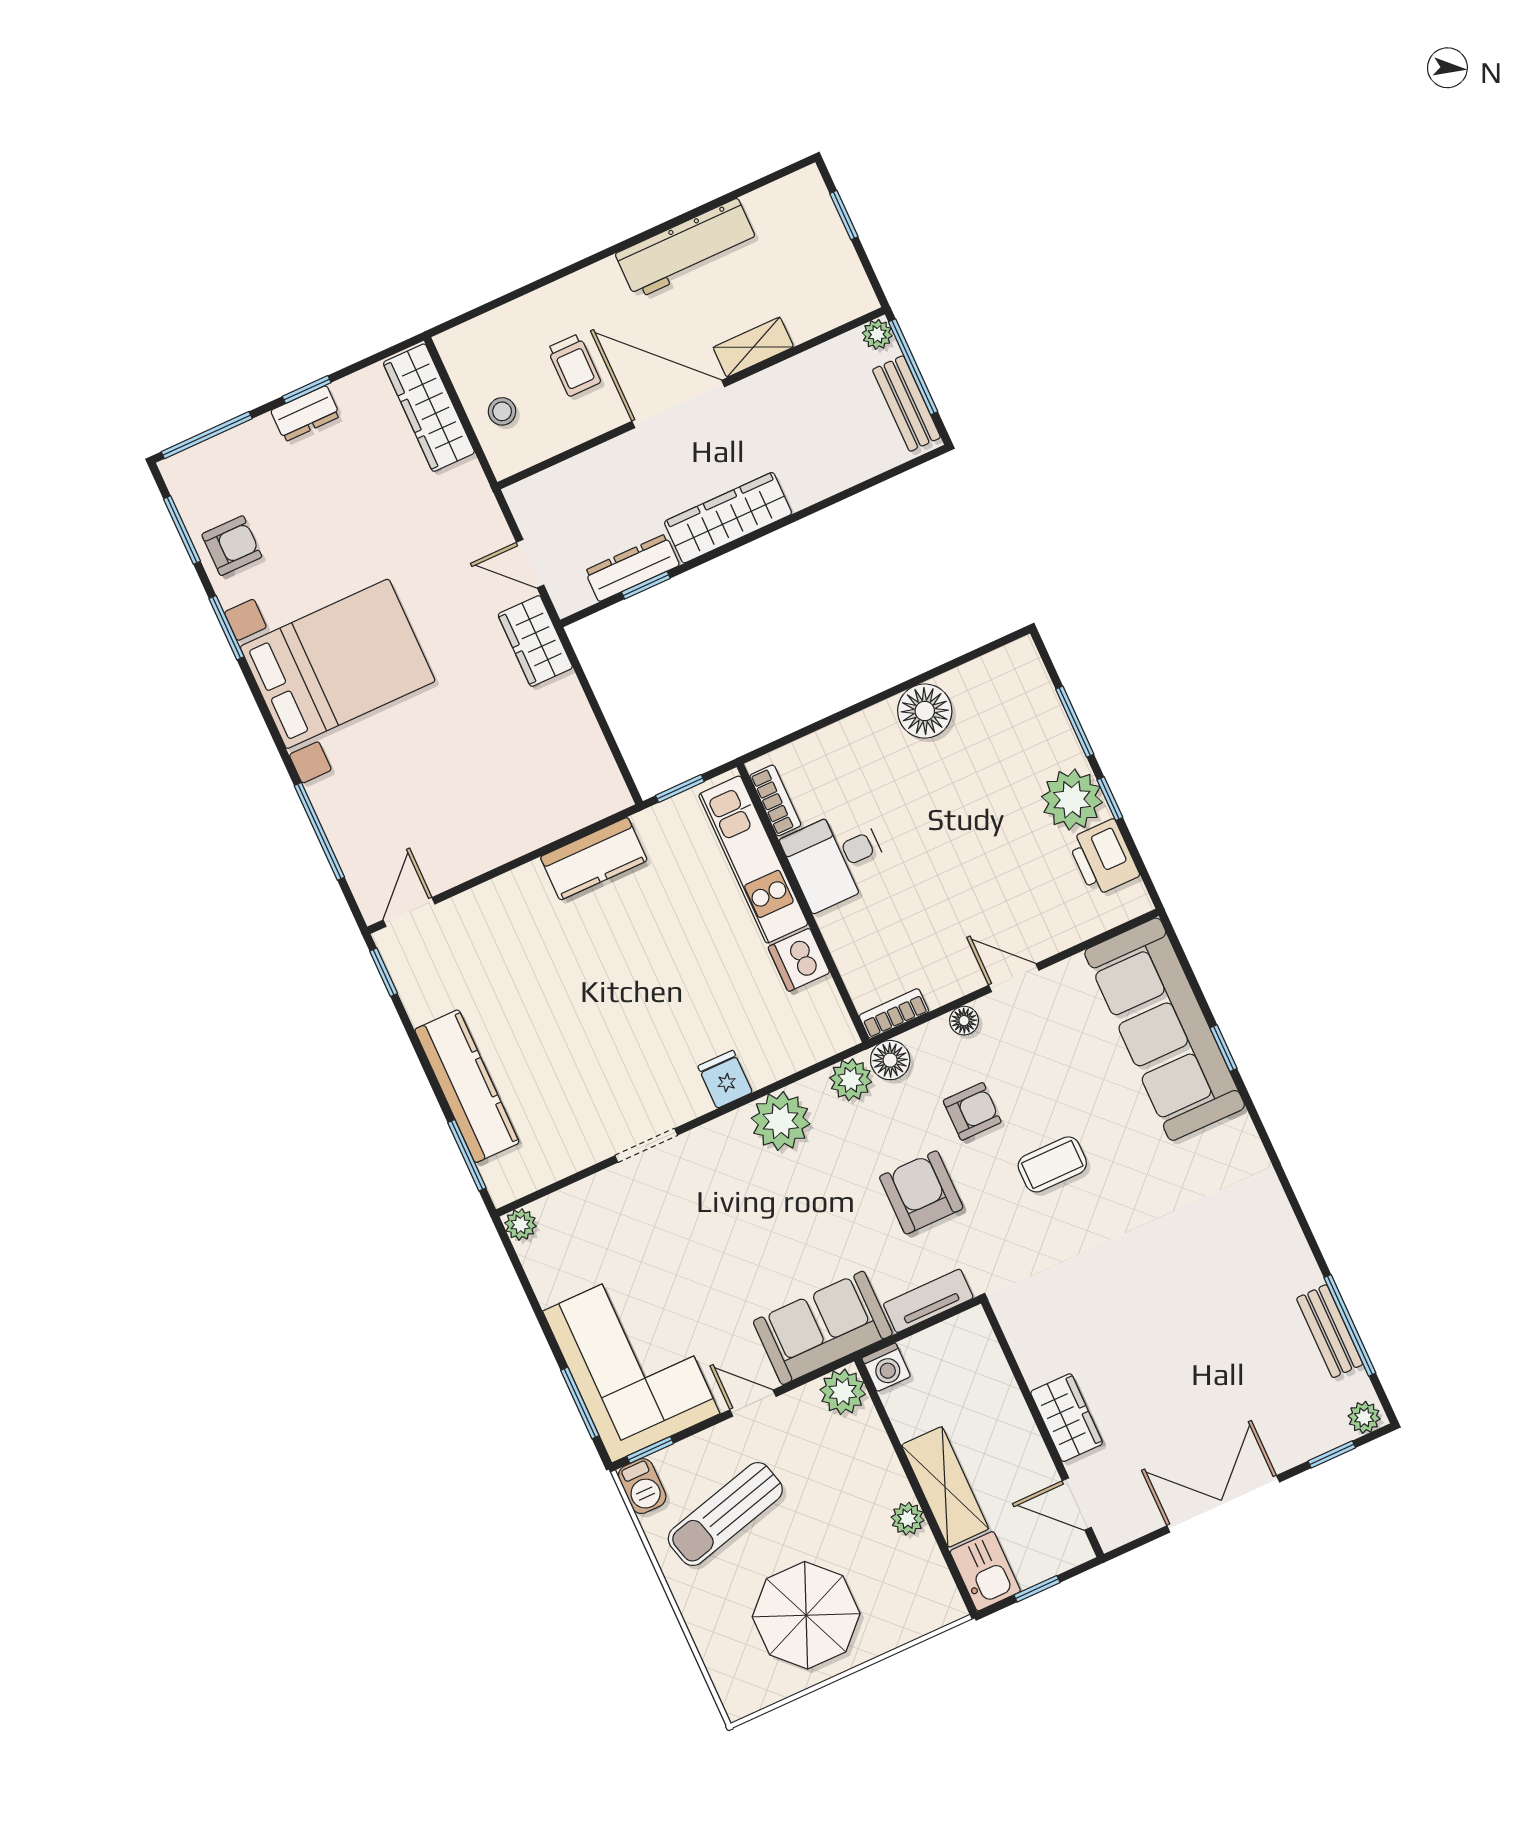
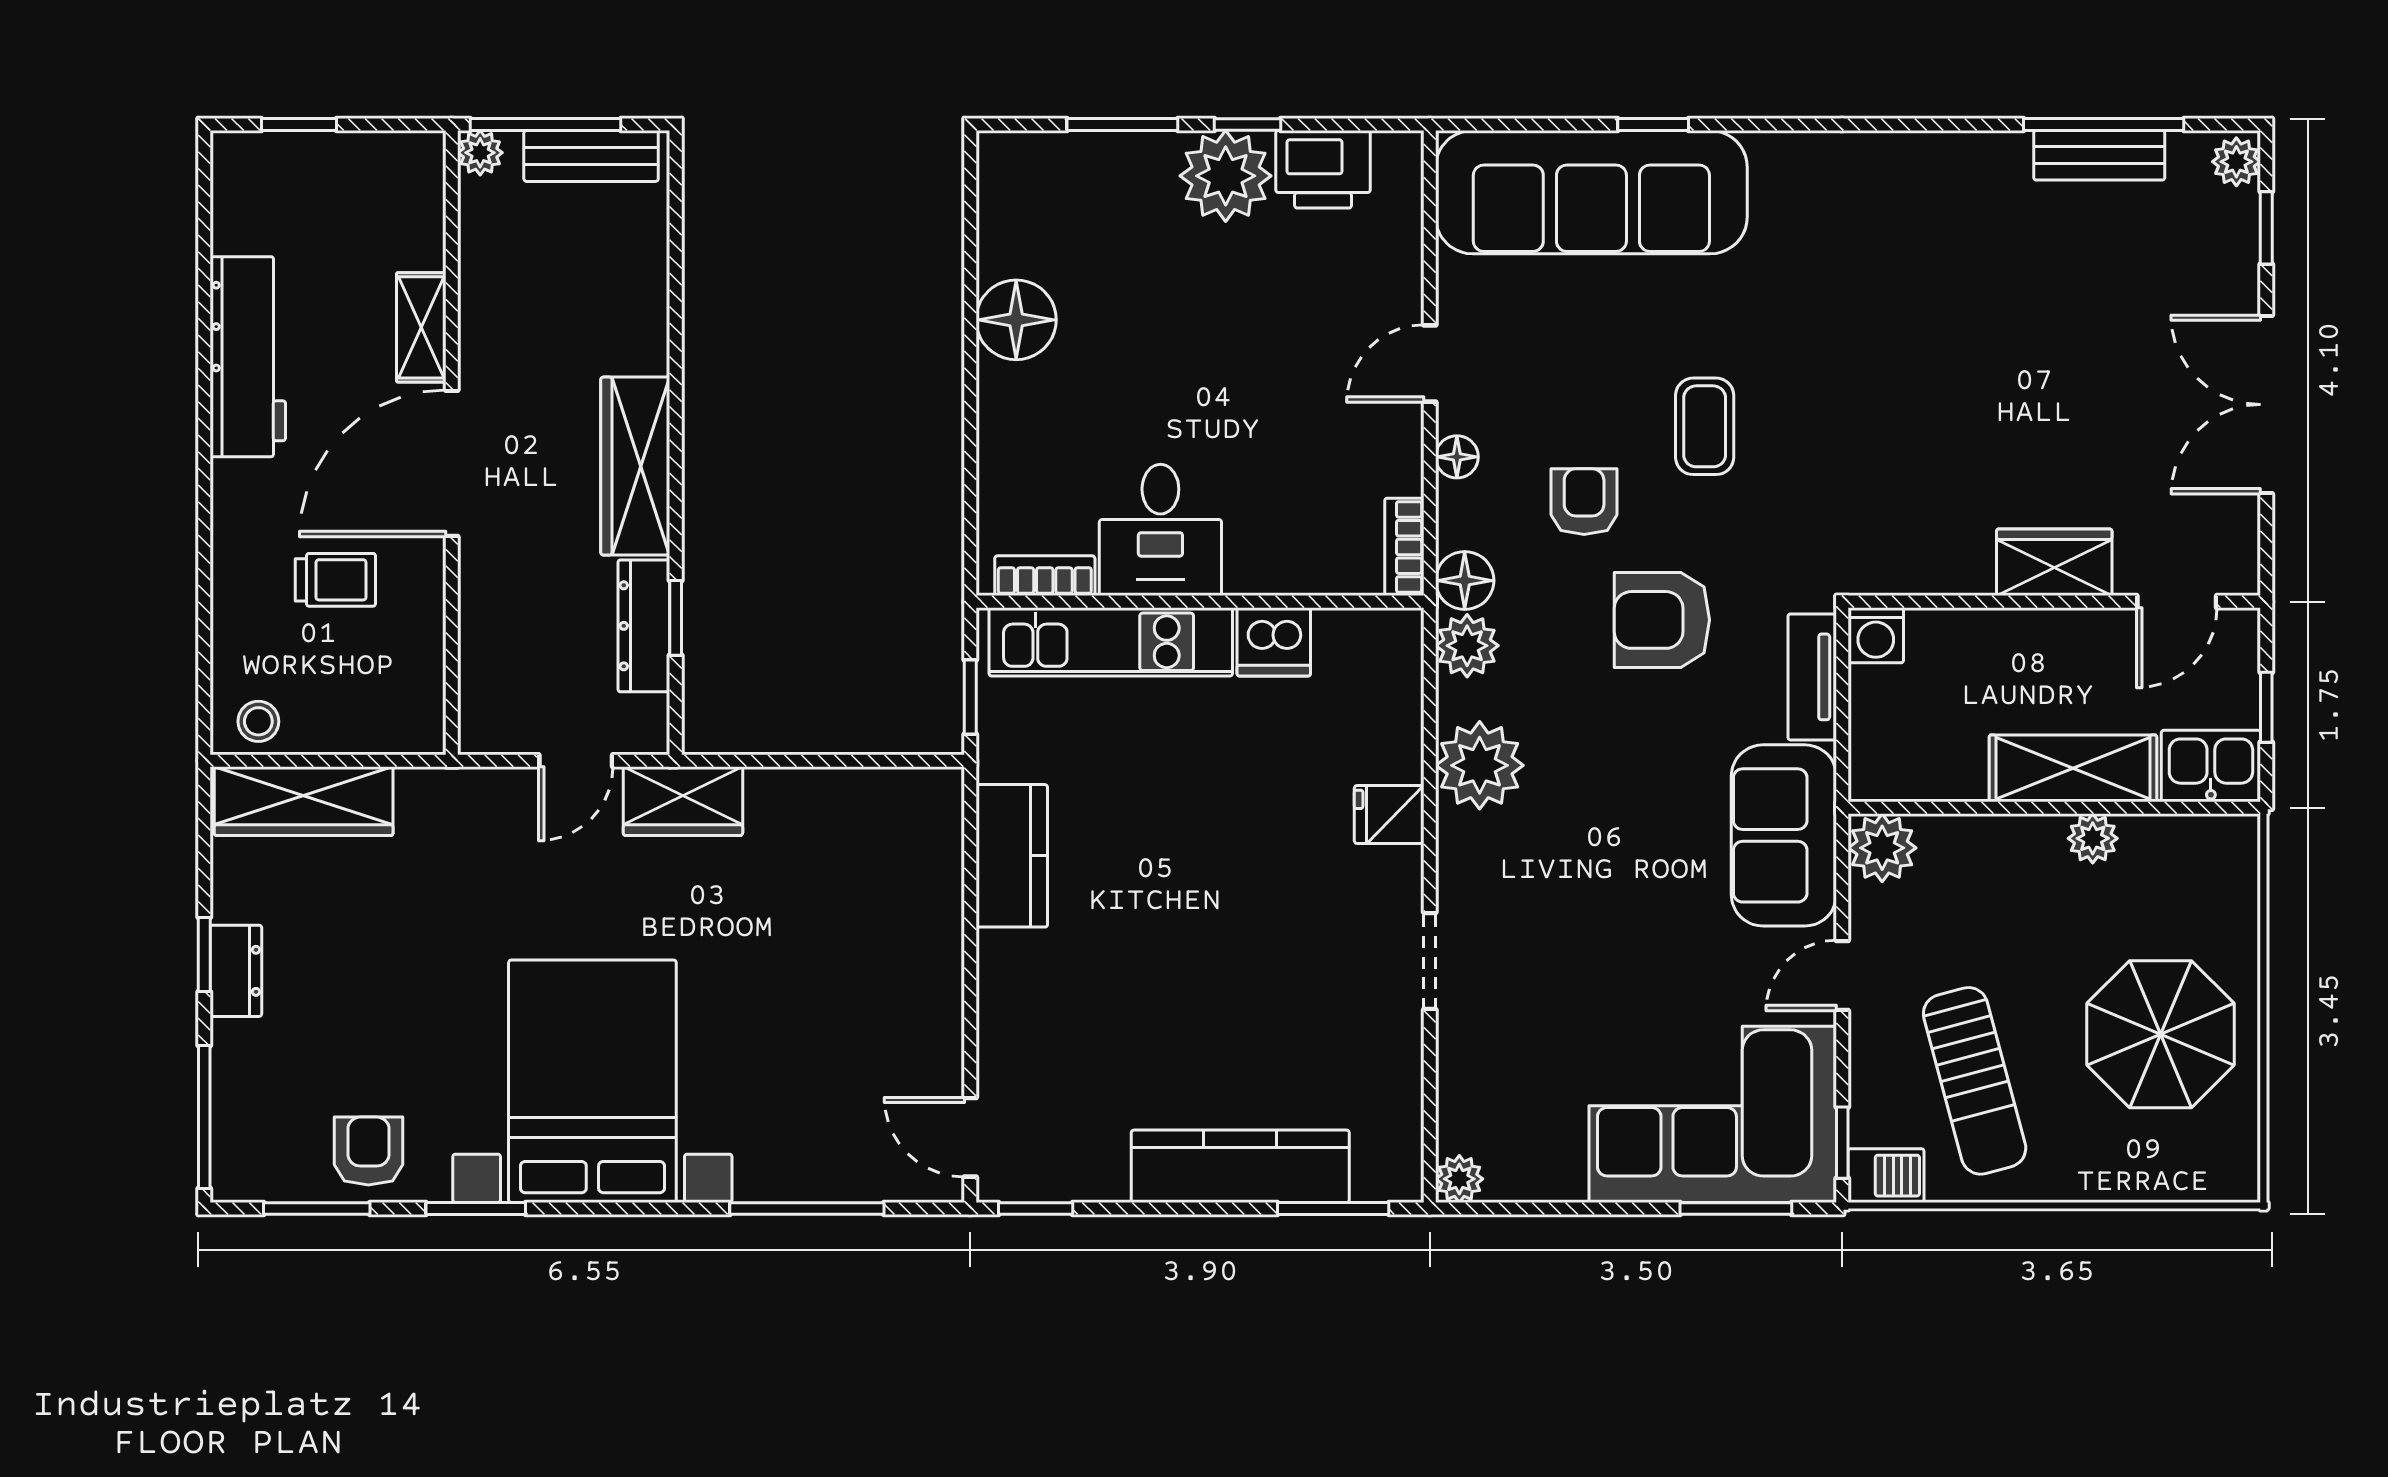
stool: (502, 411) -> (258, 721), moved
washing machine: (886, 1367) -> (1876, 635), moved, turned 90

